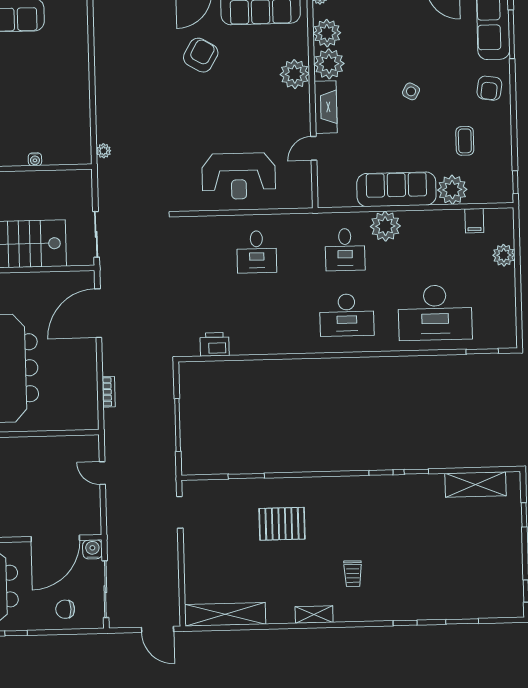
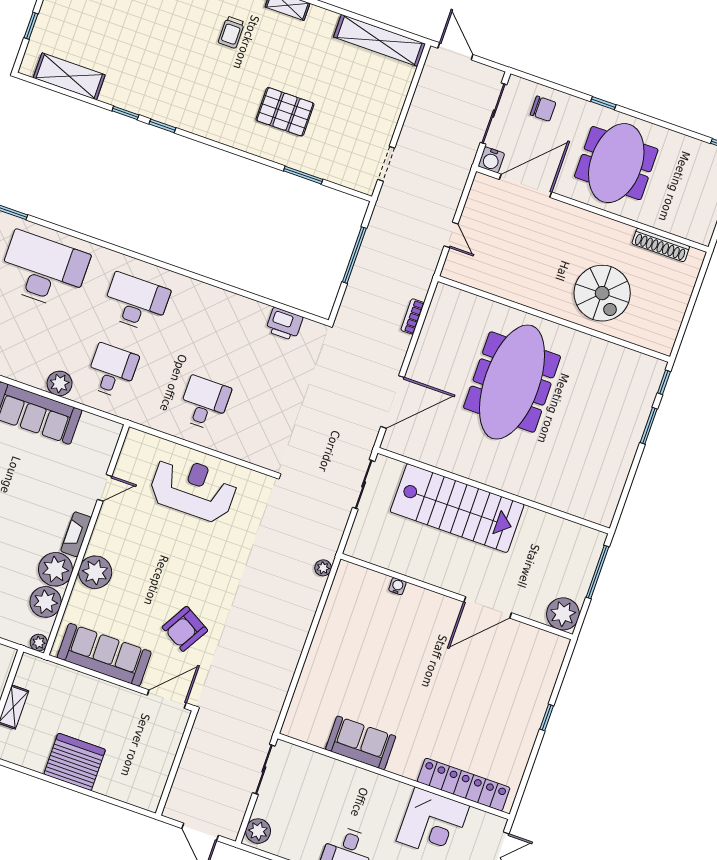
fireplace: (326, 107) -> (76, 534), width x0.73, depth x0.76
plant: (385, 226) -> (60, 383), width x0.73, depth x0.73
trolley: (353, 574) -> (231, 32), turned 180

